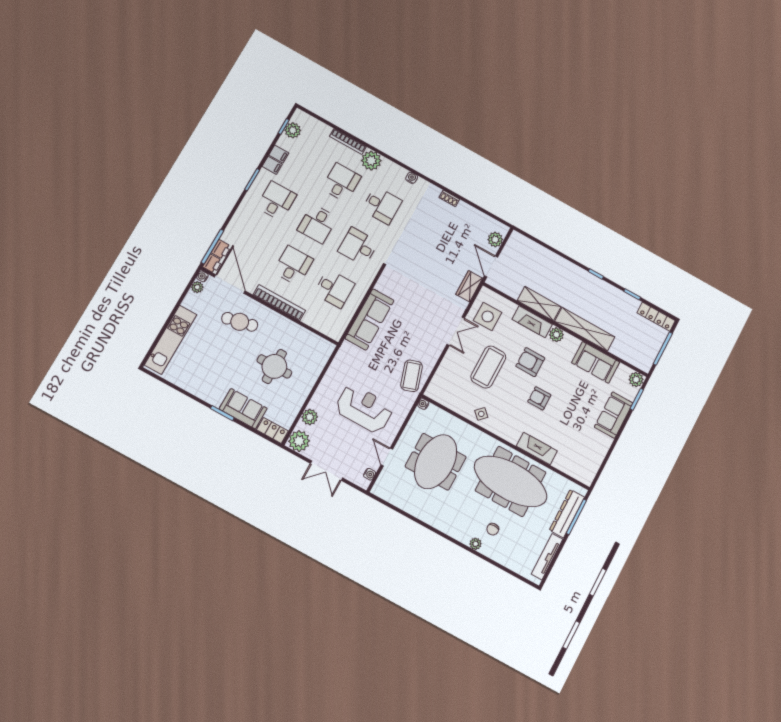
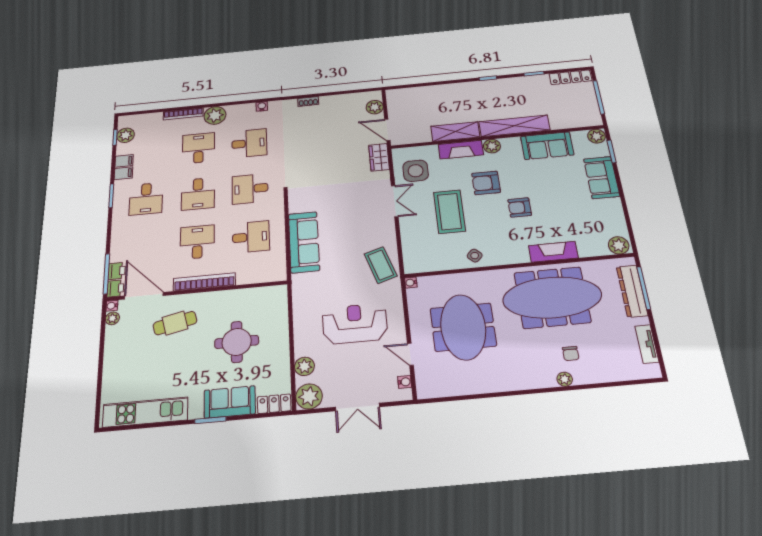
desk: (276, 201) -> (146, 199), turned 180
kitchen unit: (171, 340) -> (145, 412), moved, turned -90
plant: (584, 475) -> (619, 245), added
tv unit: (547, 557) -> (647, 344), width x0.71

